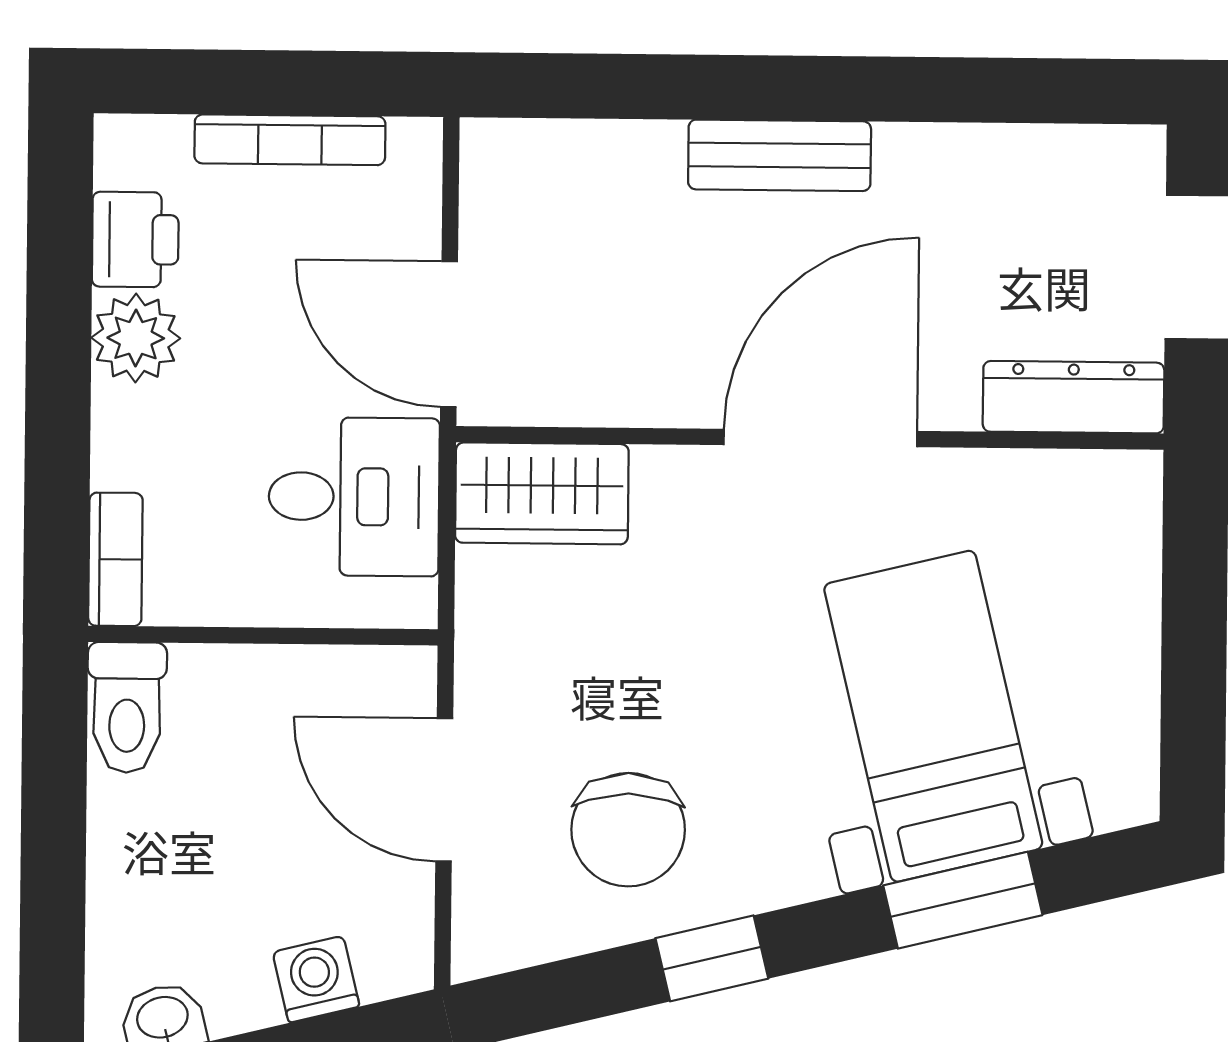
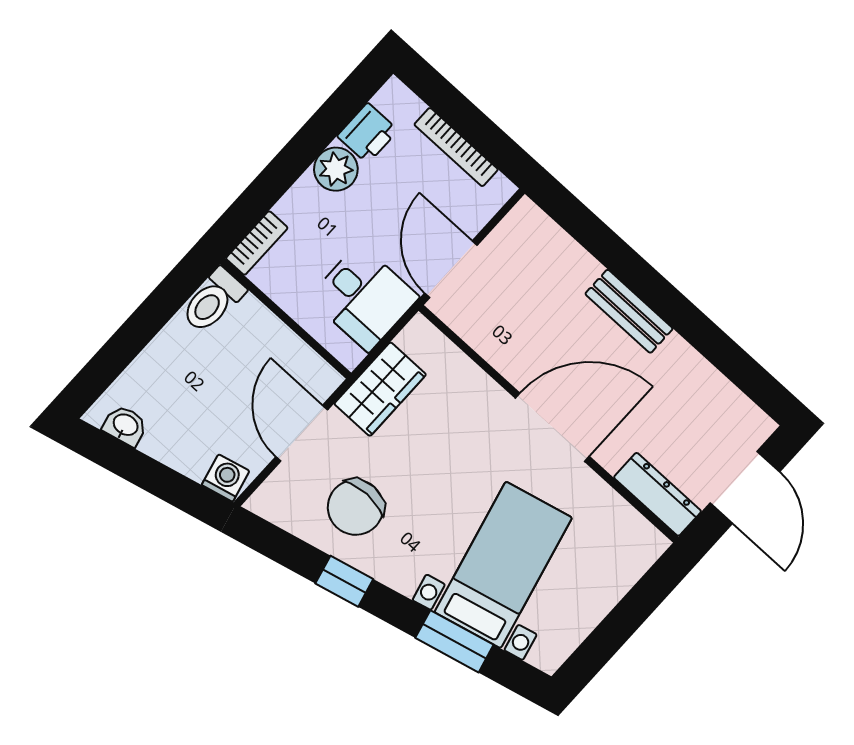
wardrobe: (542, 493) -> (380, 389), moved, turned -90
washing machine: (316, 979) -> (226, 478), moved

